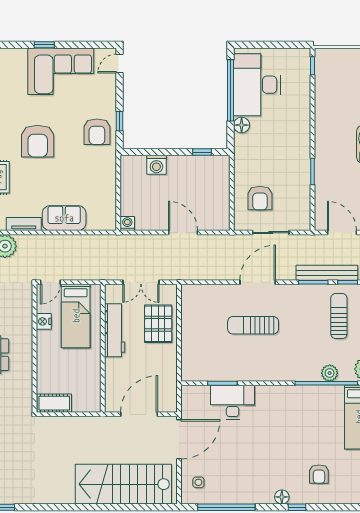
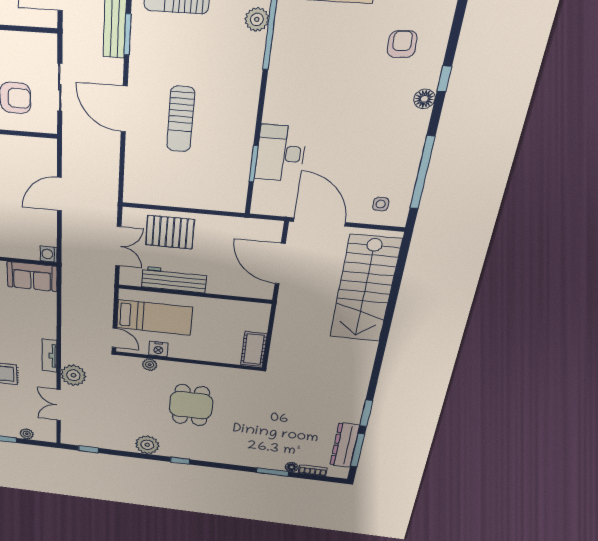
sofa: (64, 218) -> (32, 277), moved, turned -90
plant: (26, 315) -> (150, 365), added
armchair: (319, 474) -> (402, 44), turned -93

